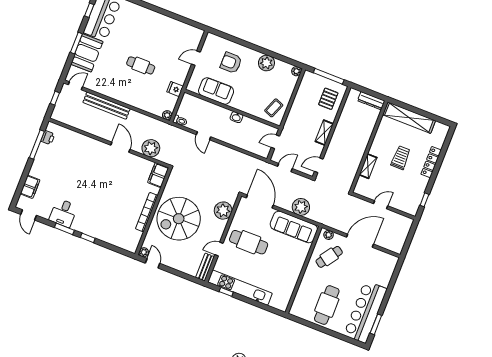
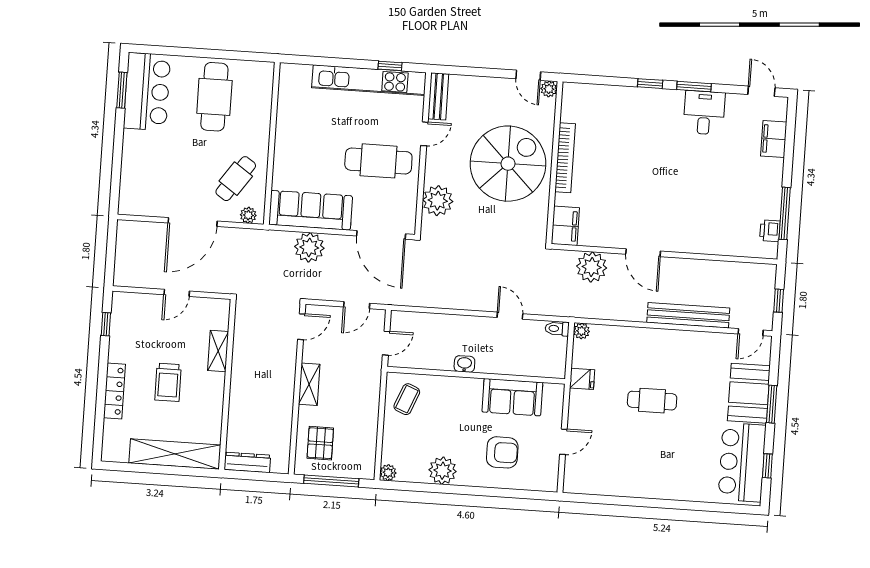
bar counter: (365, 312) -> (147, 91), width x0.73

